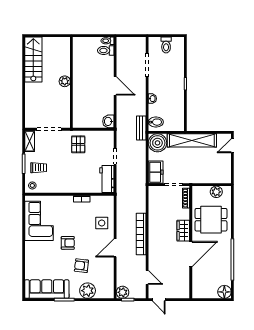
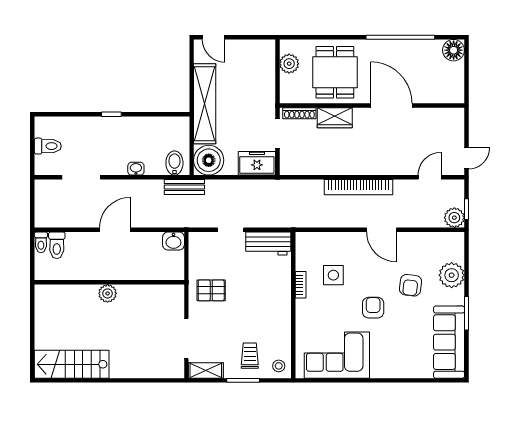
plant: (65, 81) -> (108, 293), moved
wall: (71, 82) -> (109, 282), moved
side table: (102, 223) -> (333, 275), moved
wardrobe: (183, 231) -> (335, 118), moved

